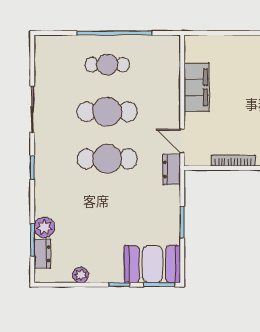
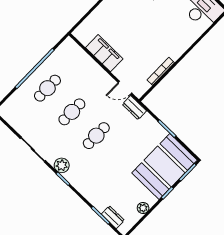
cafe table: (107, 112) -> (72, 112), width x0.73, depth x0.74
cafe table: (107, 159) -> (96, 136), width x0.73, depth x0.74
plant: (44, 227) -> (62, 165), moved
booth: (152, 264) -> (165, 166), width x1.36, depth x1.42

